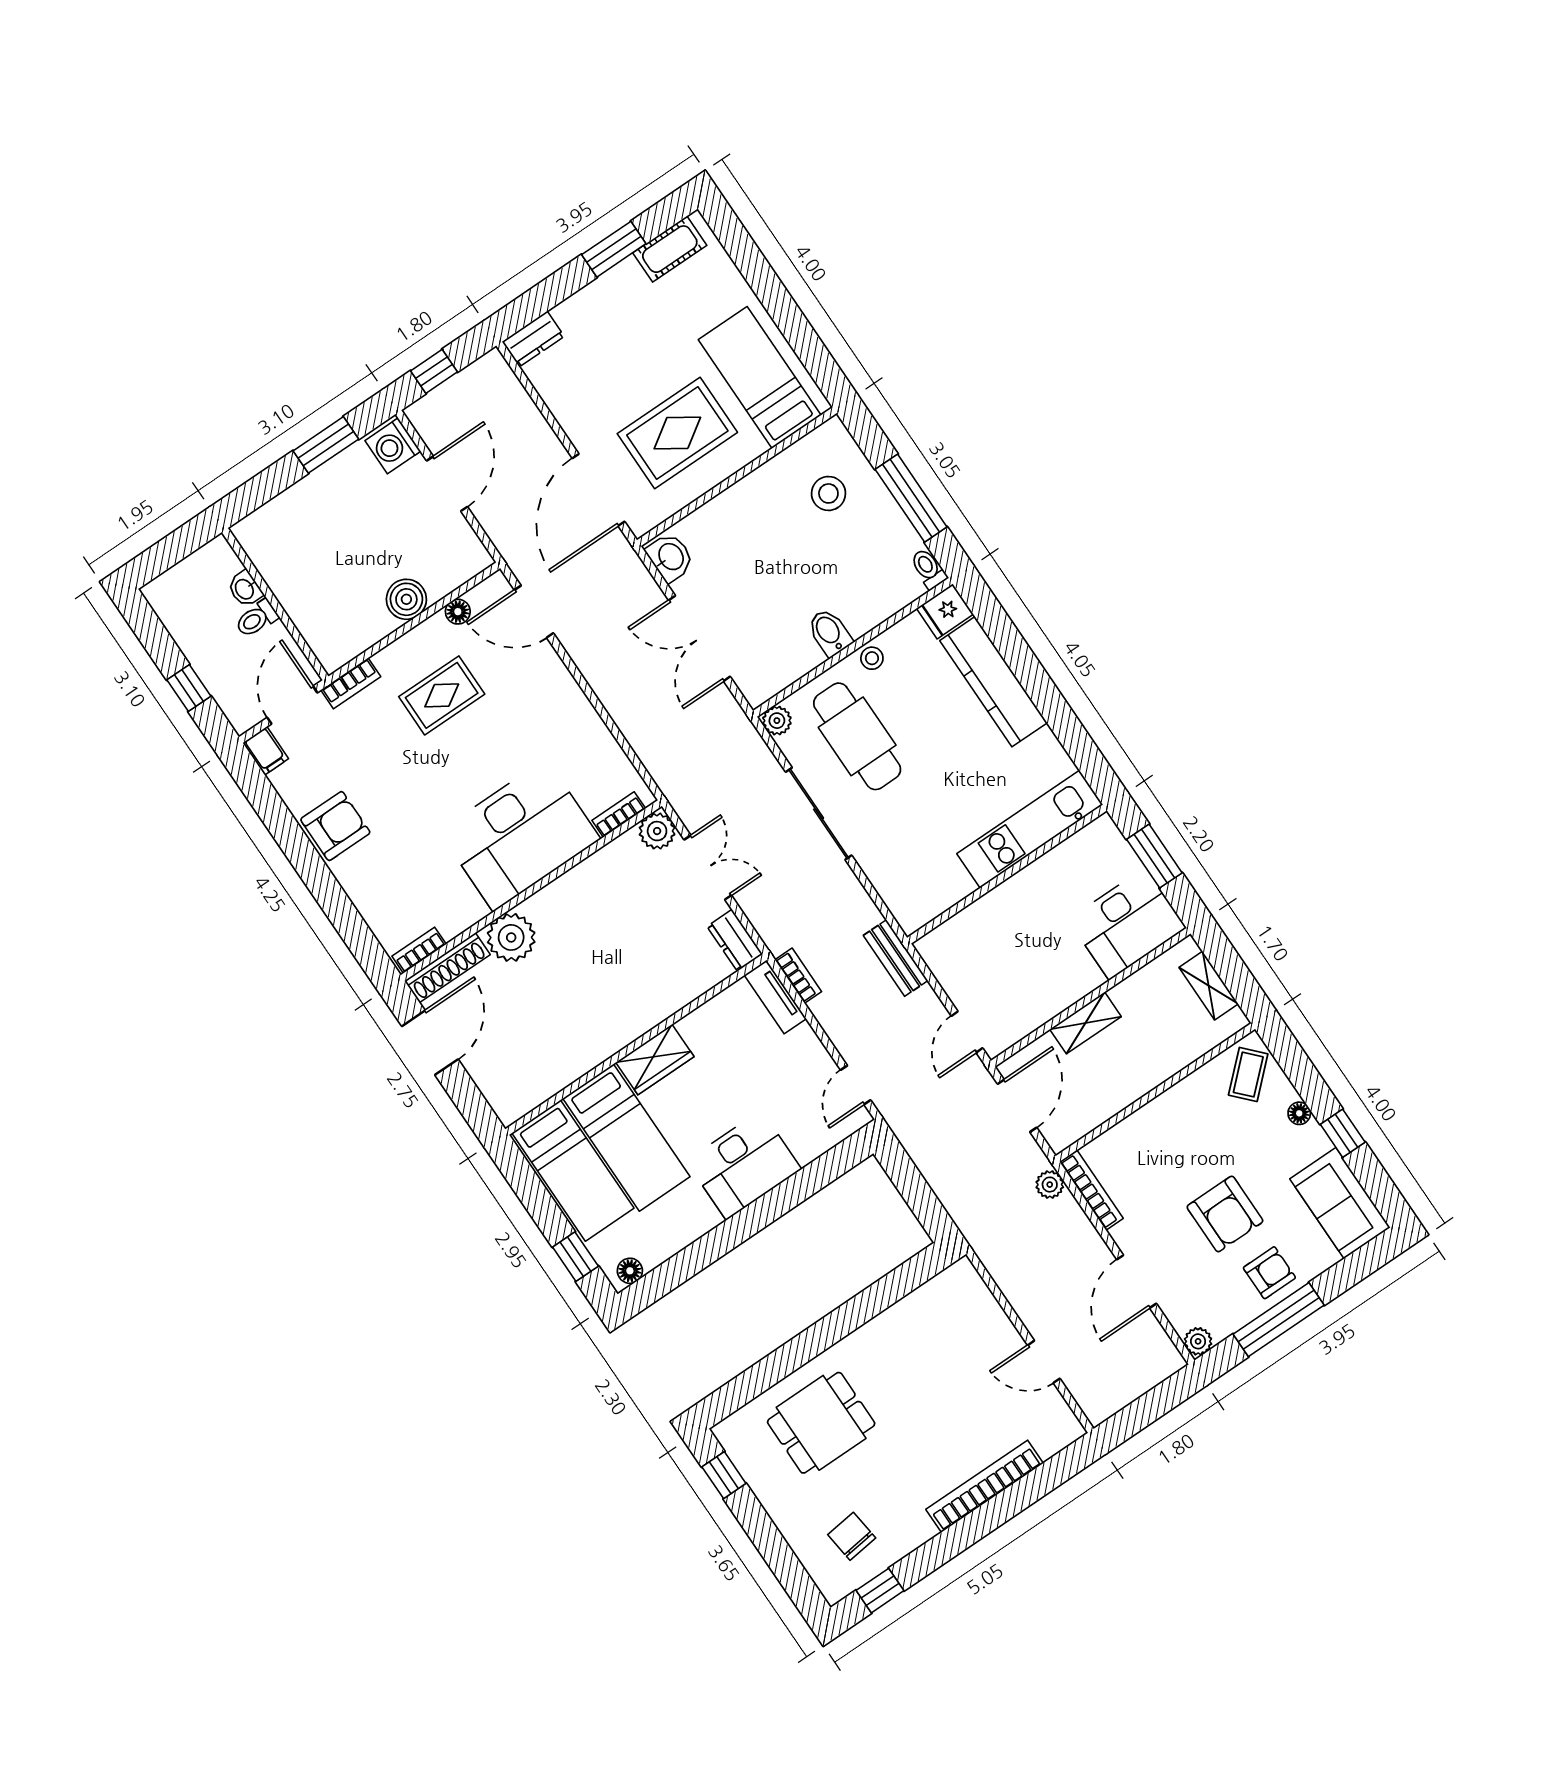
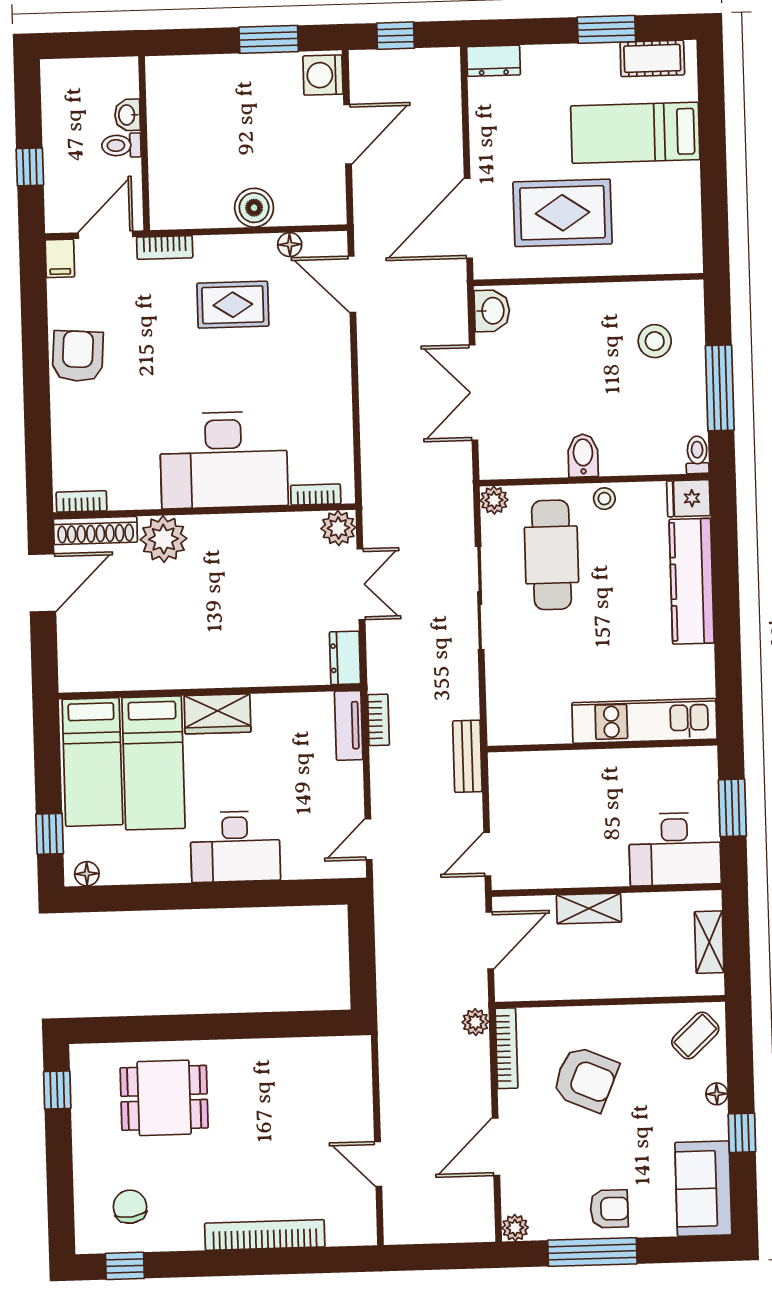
bed: (760, 377) -> (635, 133), moved, turned -90
armchair: (335, 826) -> (78, 356), turned -86
armchair: (1225, 1214) -> (585, 1079), moved, turned -67

